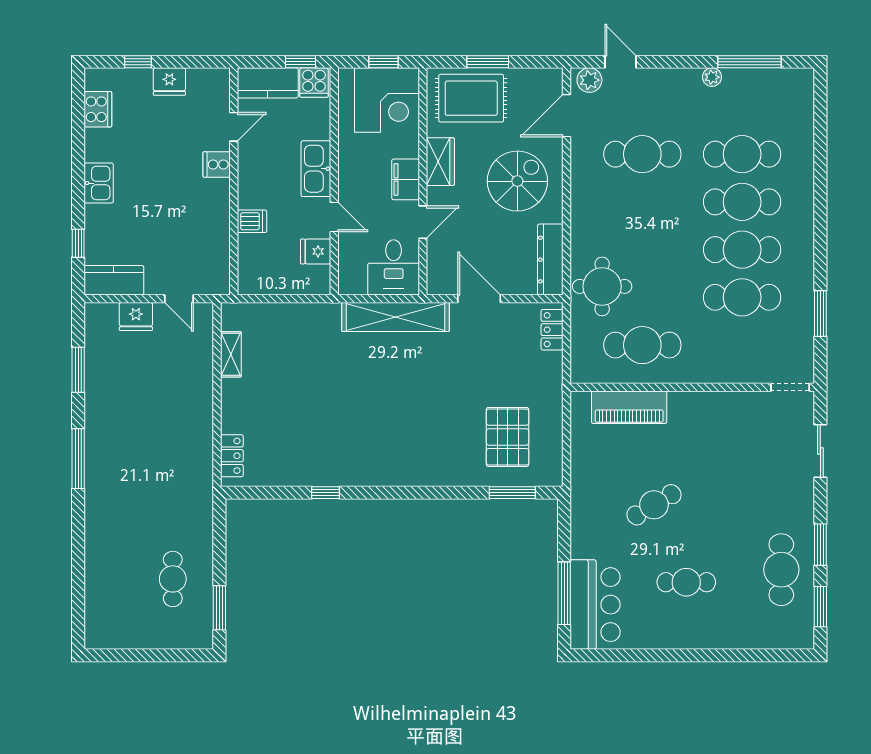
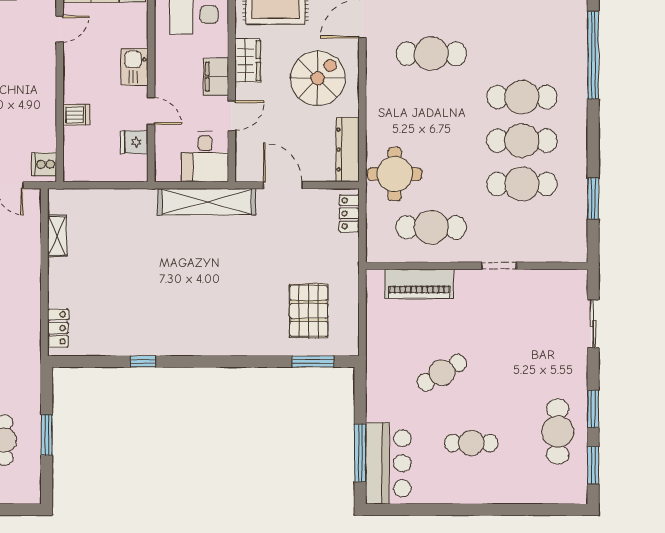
cafe table: (742, 154) -> (522, 54), removed
window: (820, 155) -> (593, 55), added
cooker: (217, 164) -> (44, 164), moved
kitchen sink: (316, 169) -> (134, 67), width x0.73
doorway: (790, 387) -> (499, 266), moved
window: (219, 608) -> (47, 435), moved

